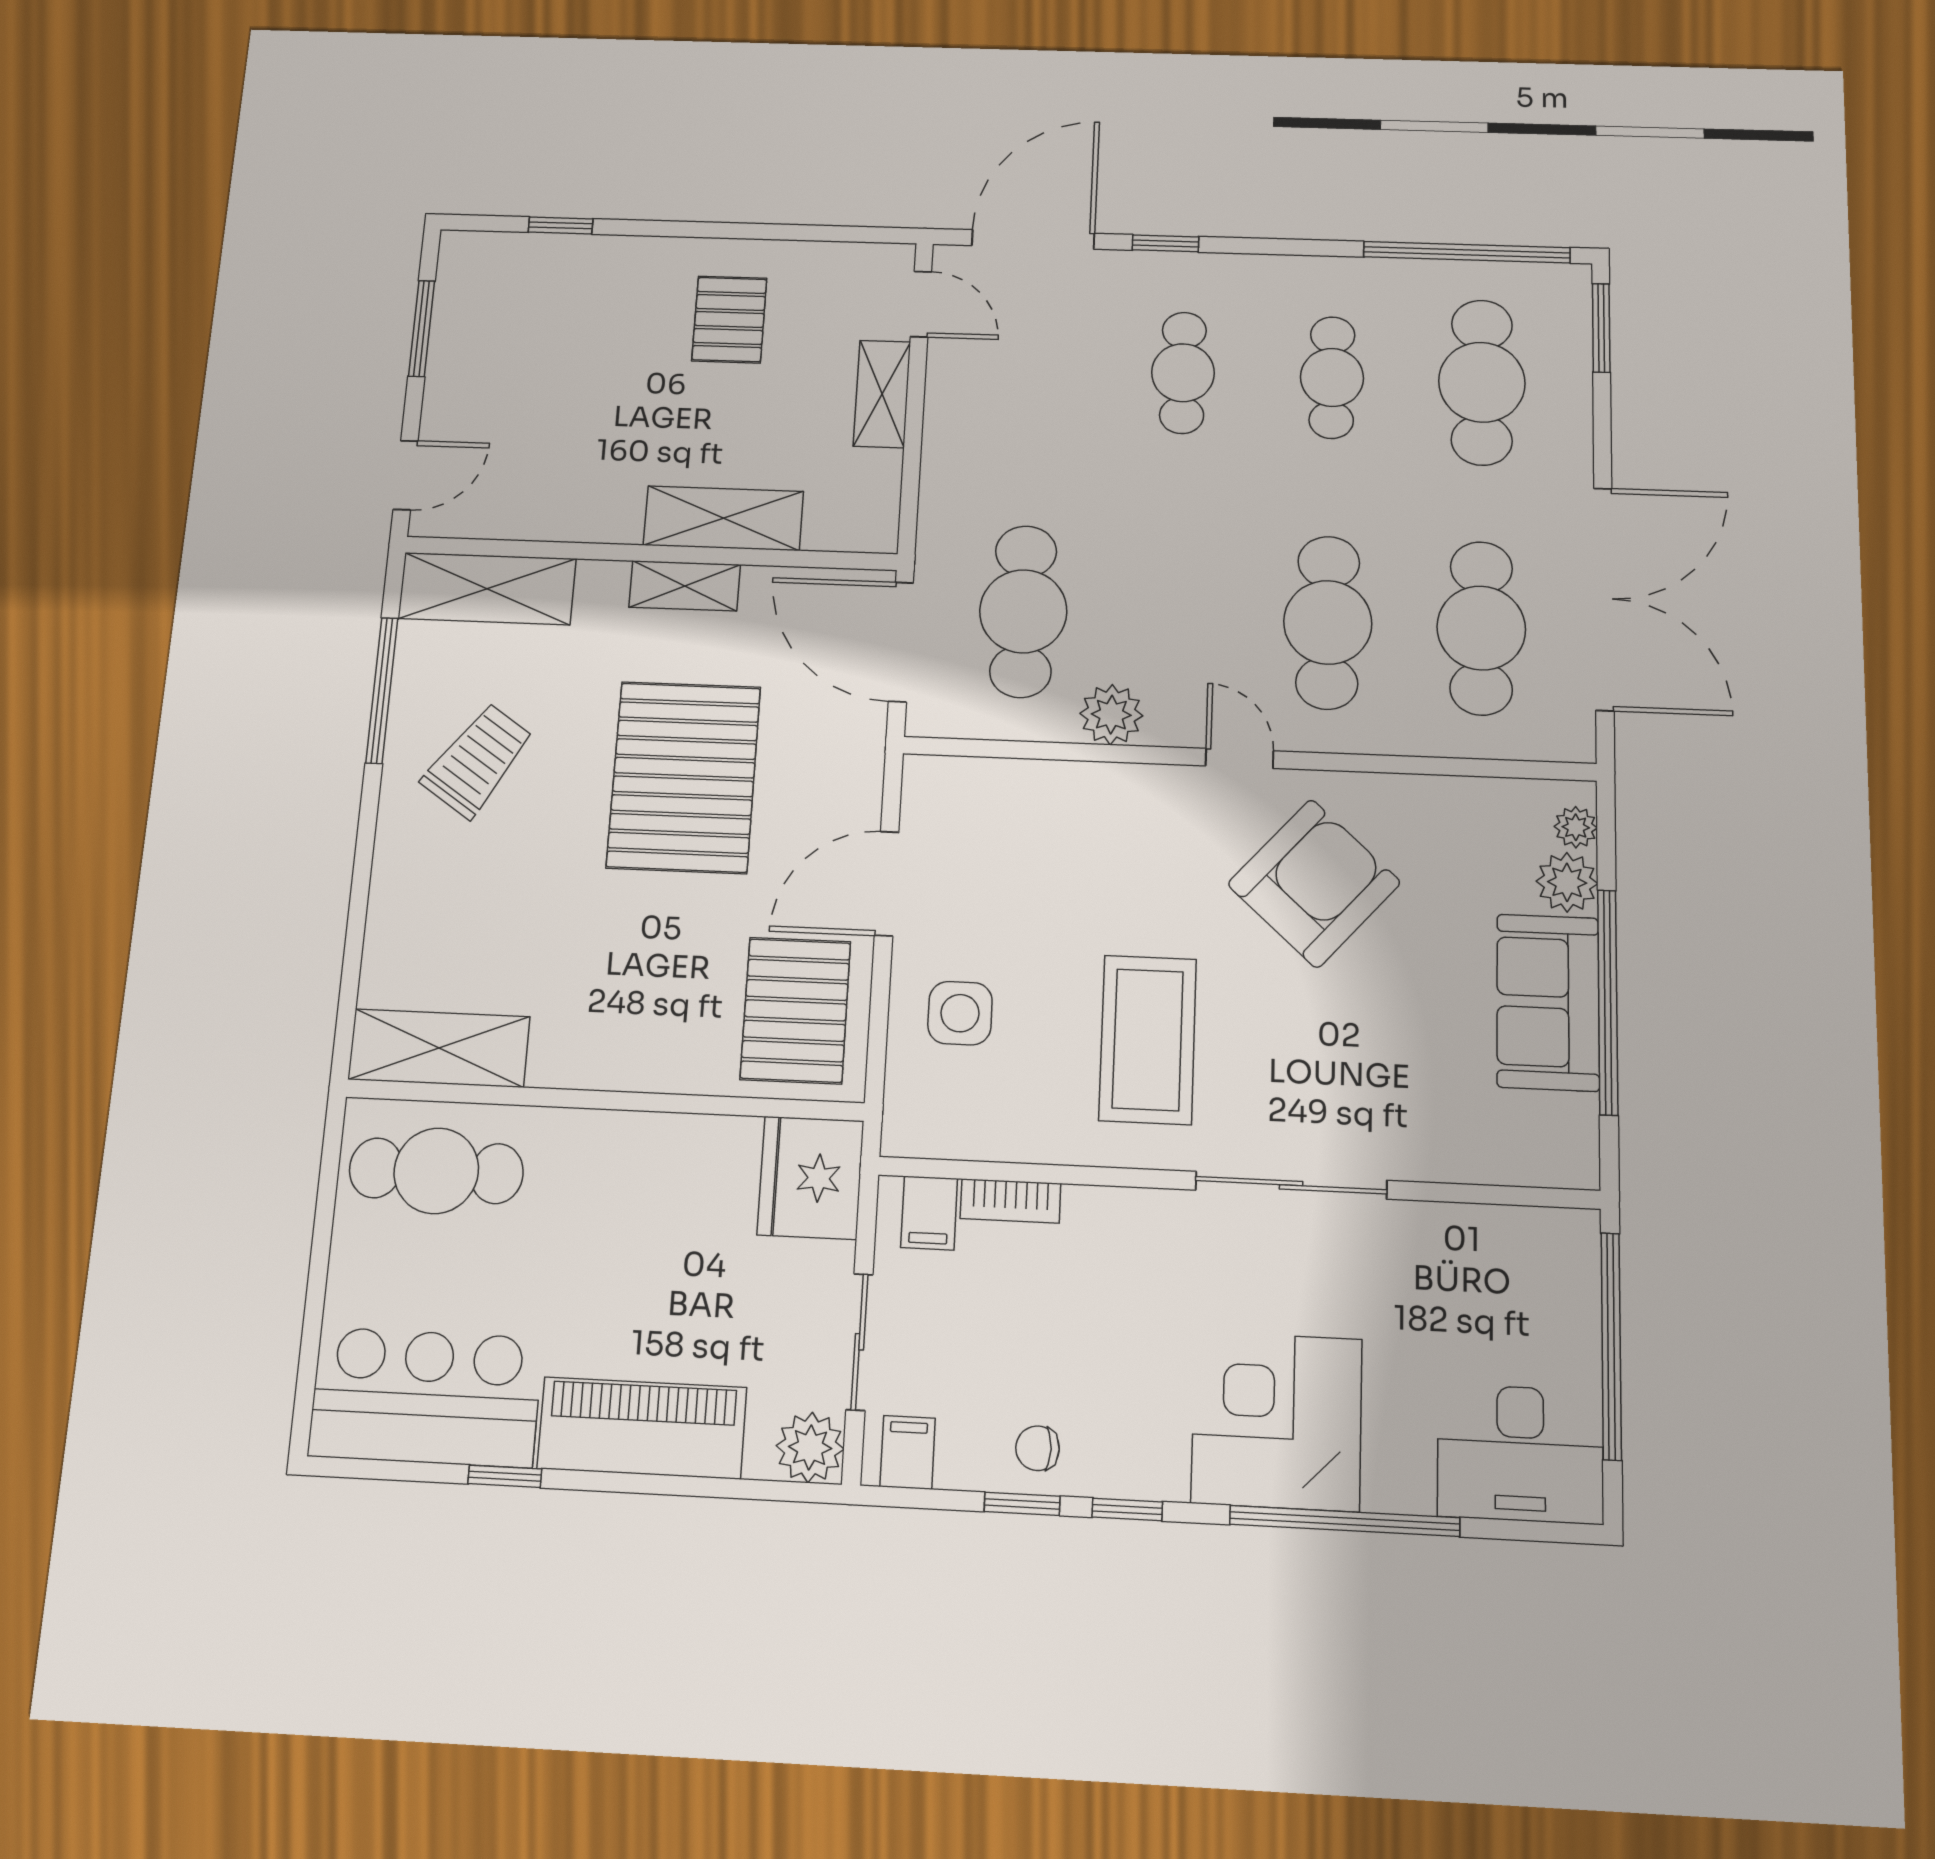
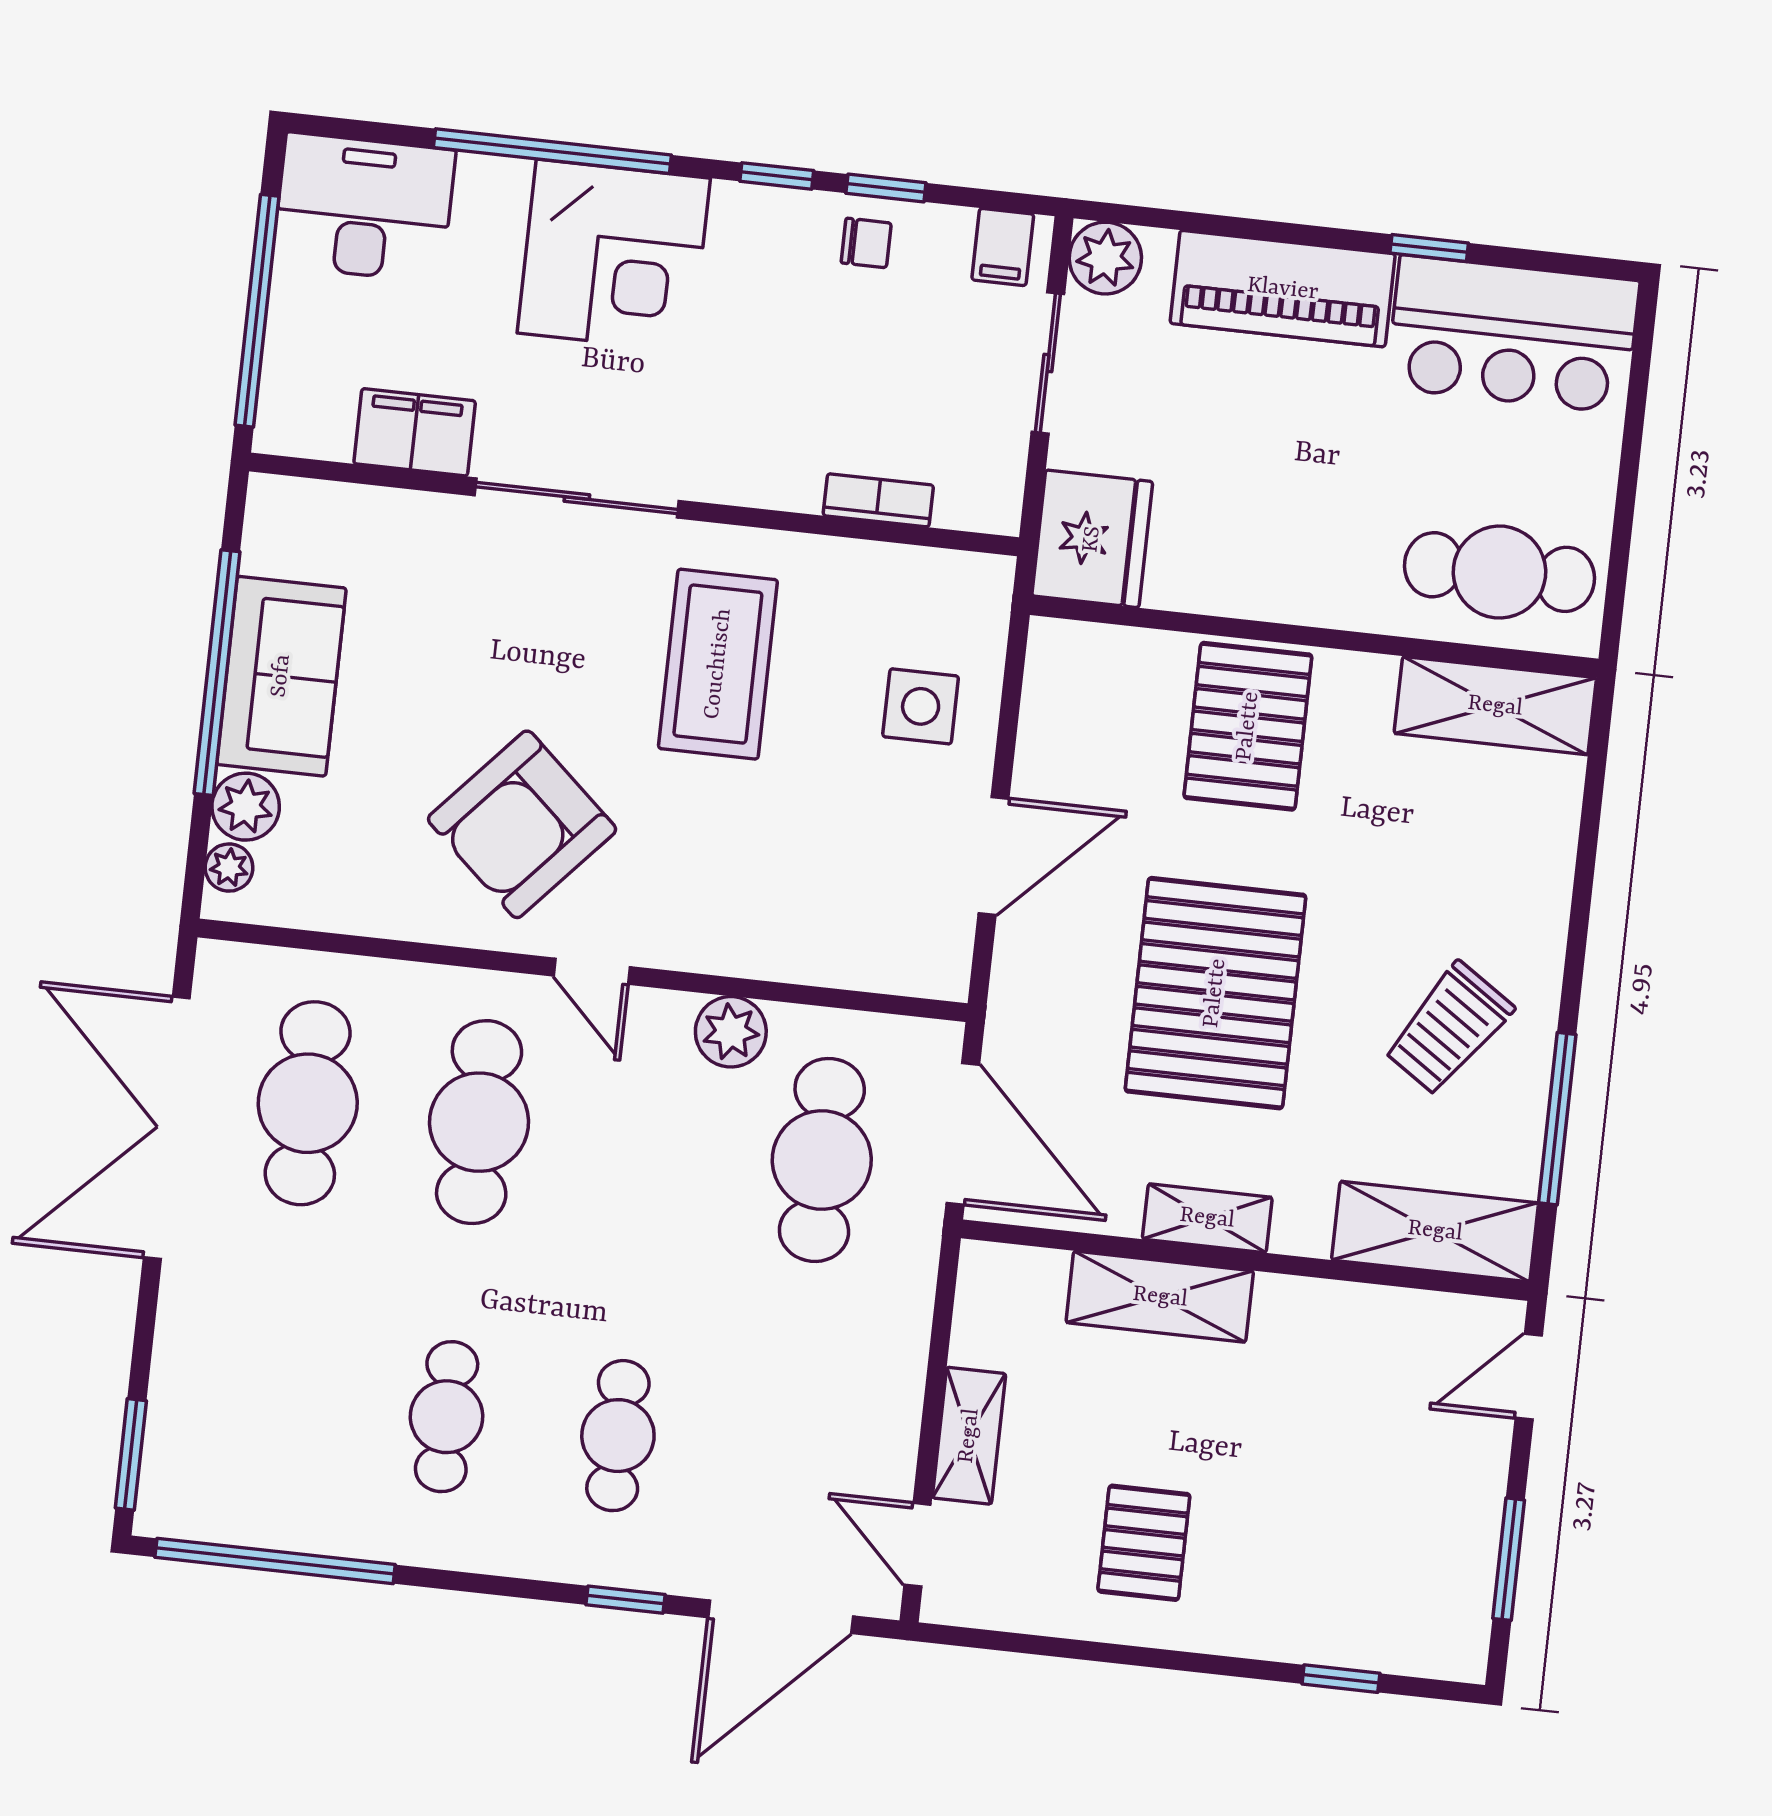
cafe table: (1482, 382) -> (275, 1398), removed
pallet: (796, 1010) -> (1248, 726), moved
filing cabinet: (929, 1213) -> (415, 432), moved, width x2.00

